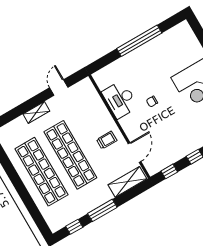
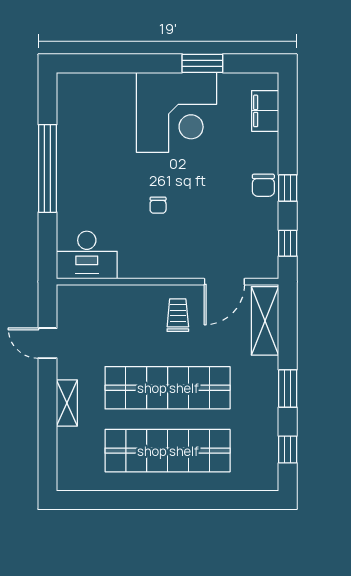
desk: (120, 99) -> (87, 255), moved
chair: (189, 145) -> (263, 185), added
door: (135, 153) -> (224, 282), swing flipped
window: (102, 210) -> (288, 388), width x0.69

